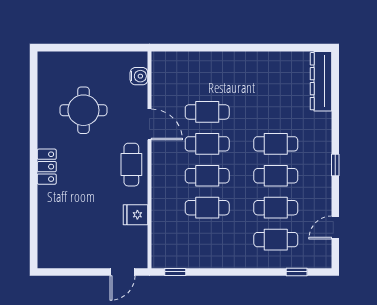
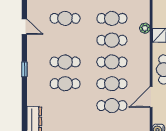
door: (150, 124) -> (151, 97), hinge flipped
cafe table: (276, 208) -> (112, 18), moved
plant: (159, 225) -> (145, 28), added
door: (335, 228) -> (24, 27), hinge flipped

